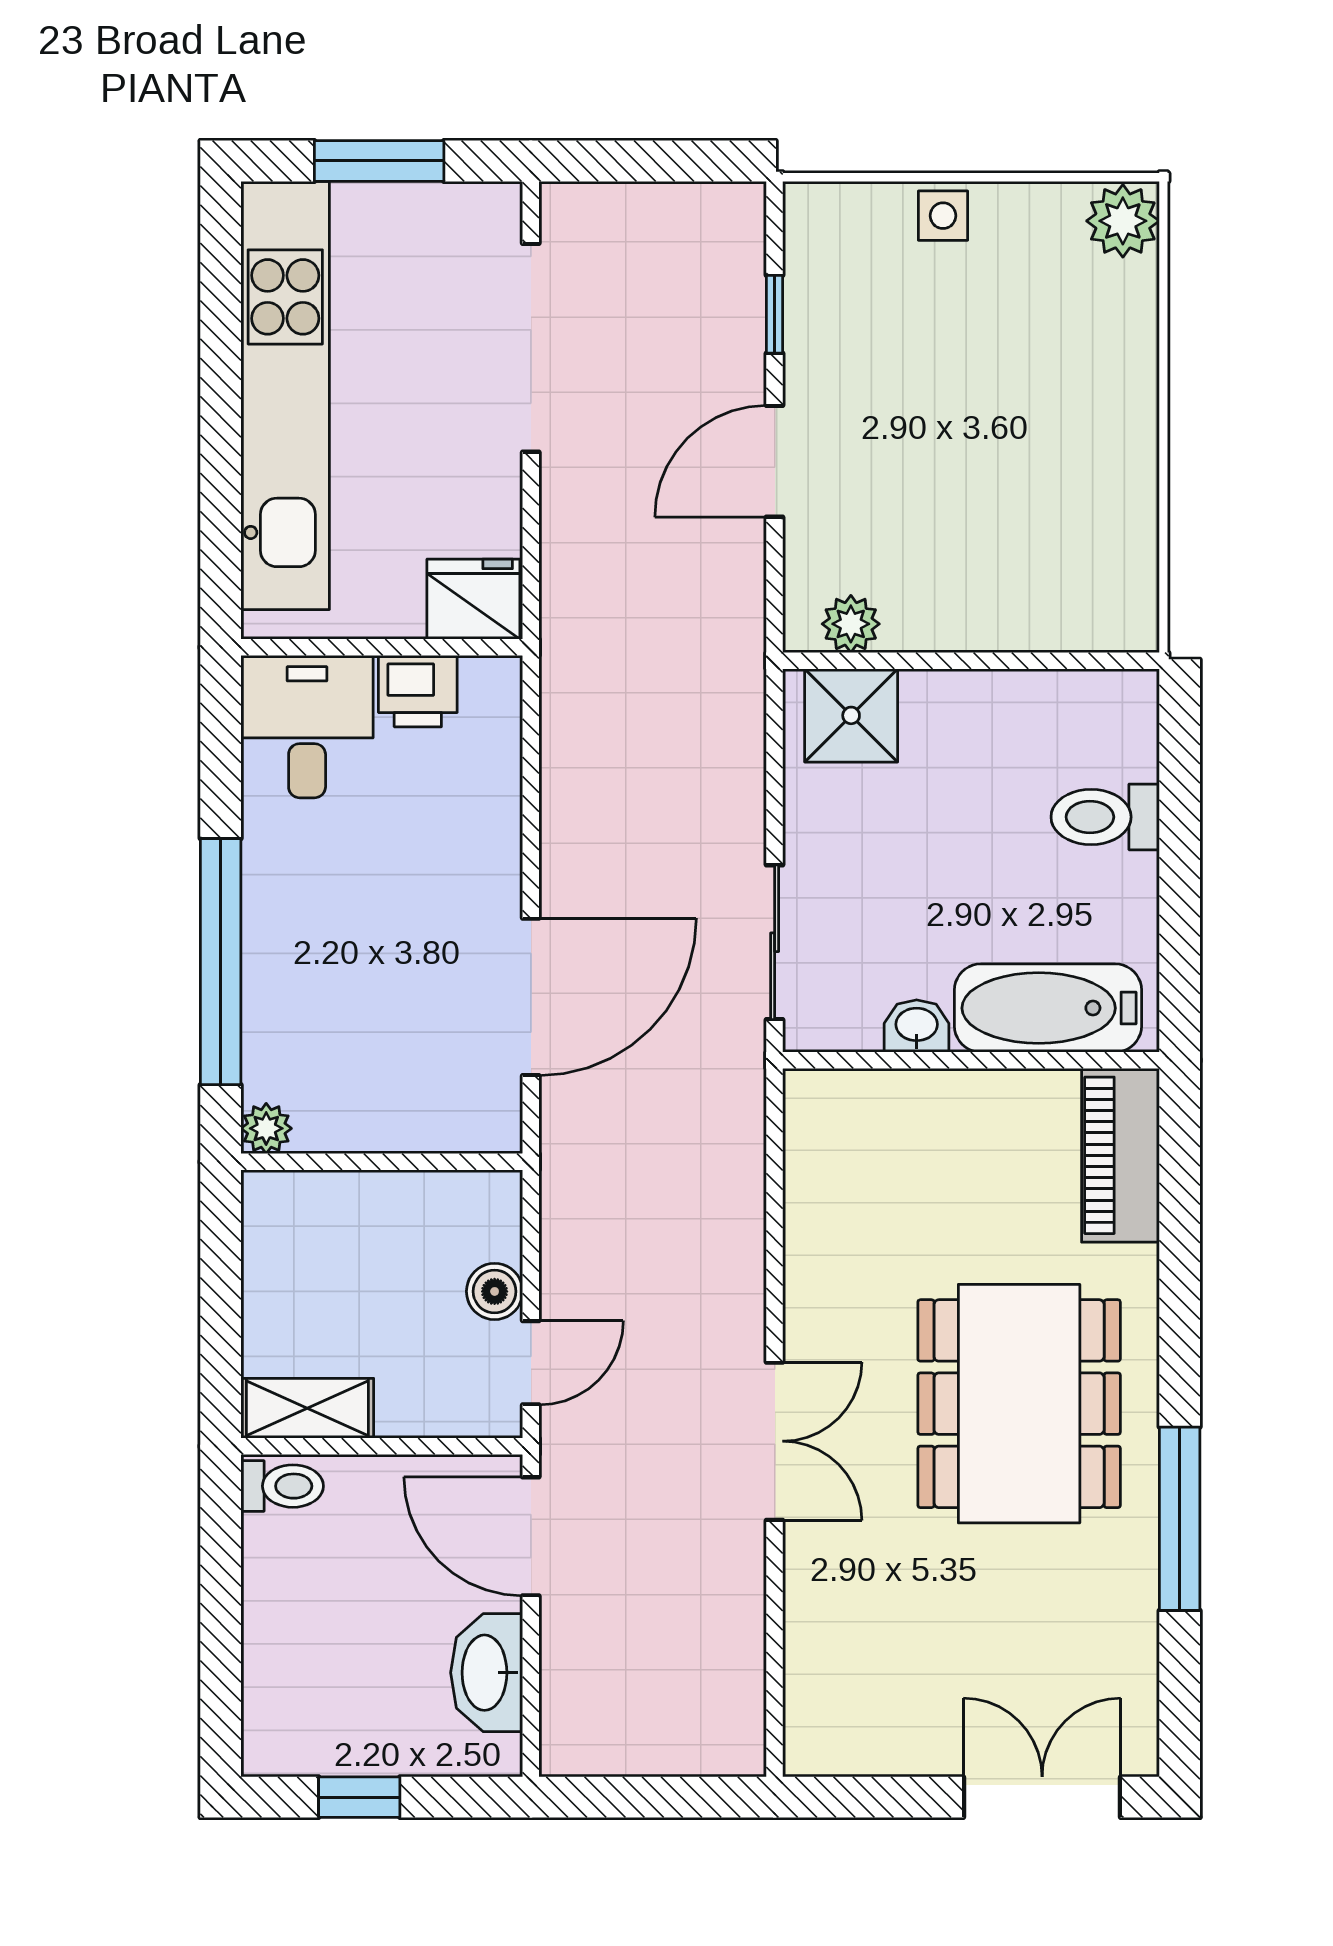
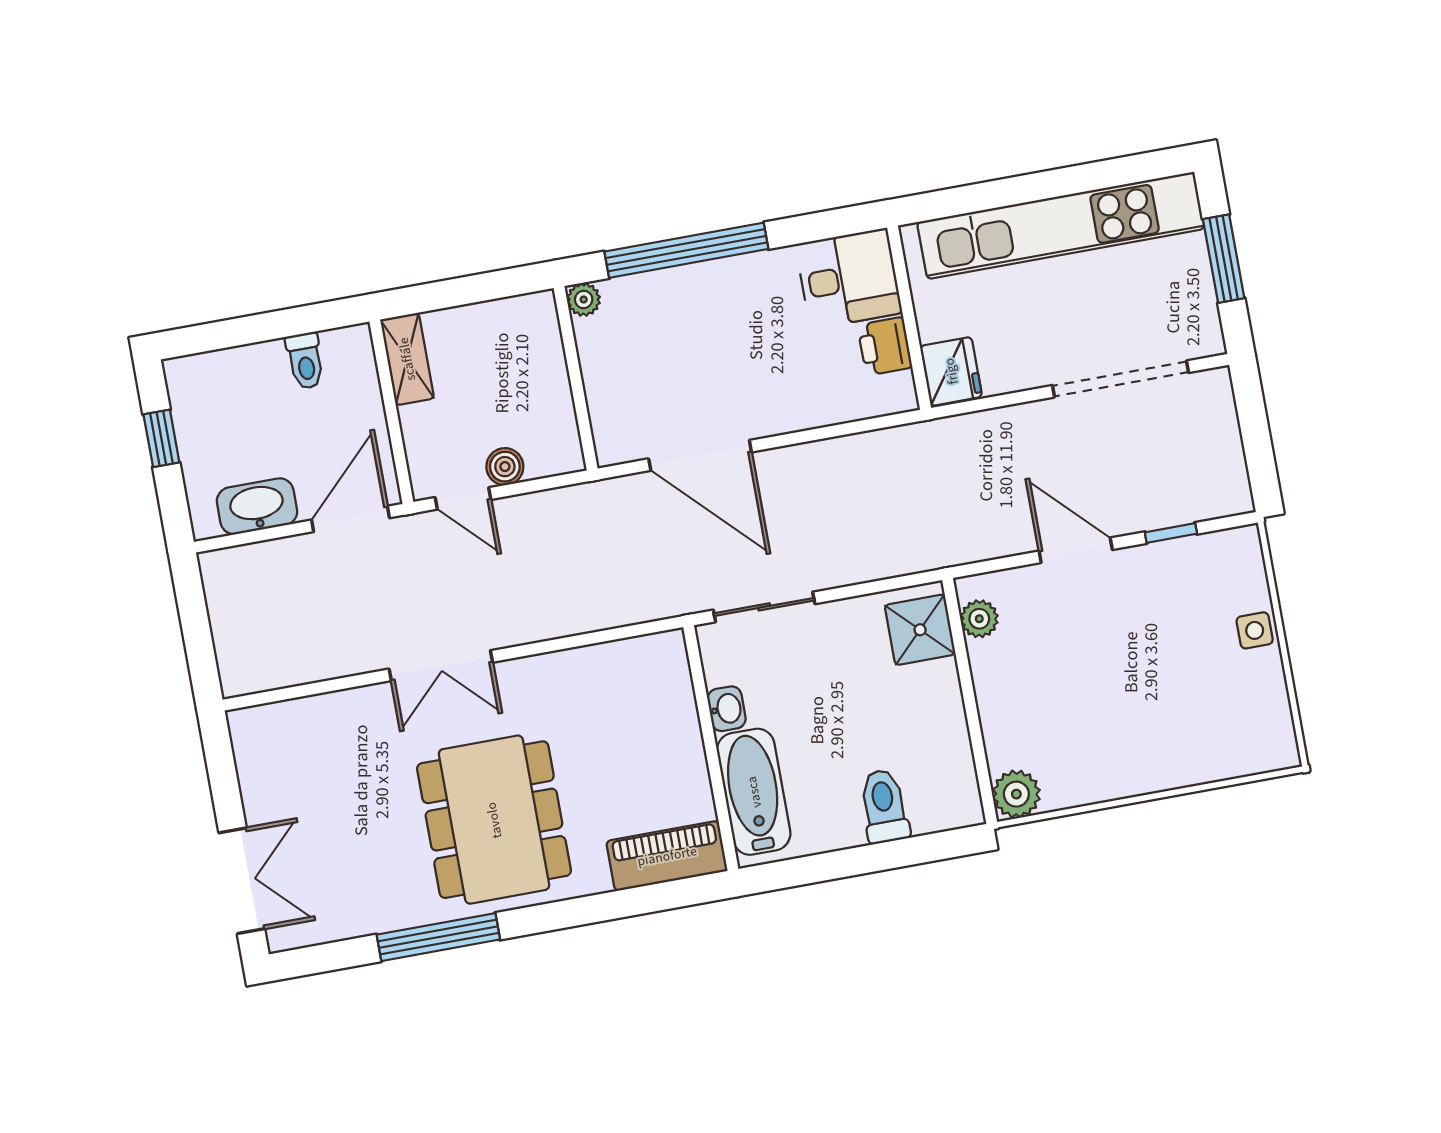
plant: (1123, 221) -> (1016, 794), moved
dining table: (1019, 1404) -> (494, 820), turned 90
toilet: (282, 1486) -> (305, 361), moved

